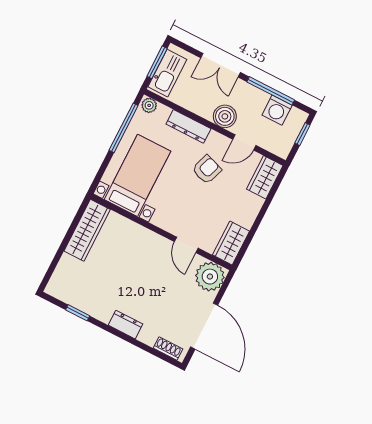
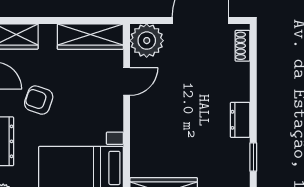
wardrobe: (231, 243) -> (90, 37), width x1.50
dresser: (126, 325) -> (240, 120), moved

